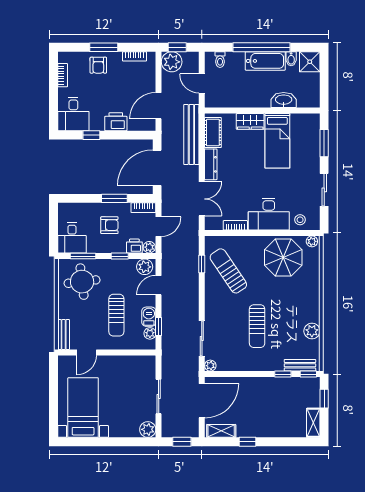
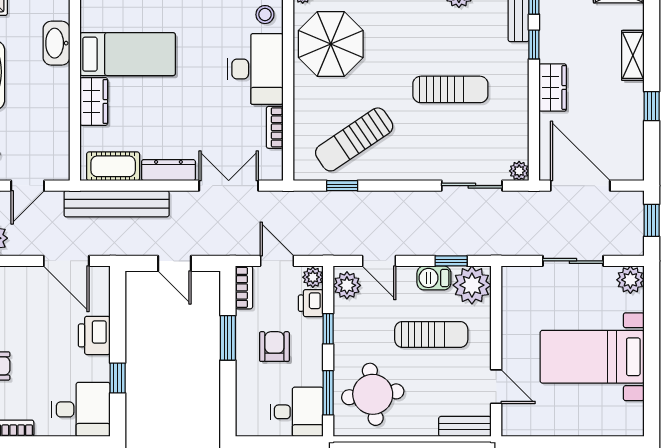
door: (157, 168) -> (175, 263), width x0.53
plant: (150, 333) -> (472, 285), width x1.88, depth x1.88
wardrobe: (258, 385) -> (553, 87), added
bed with nightstands: (83, 408) -> (592, 357), moved
shelving: (221, 431) -> (633, 55), moved

